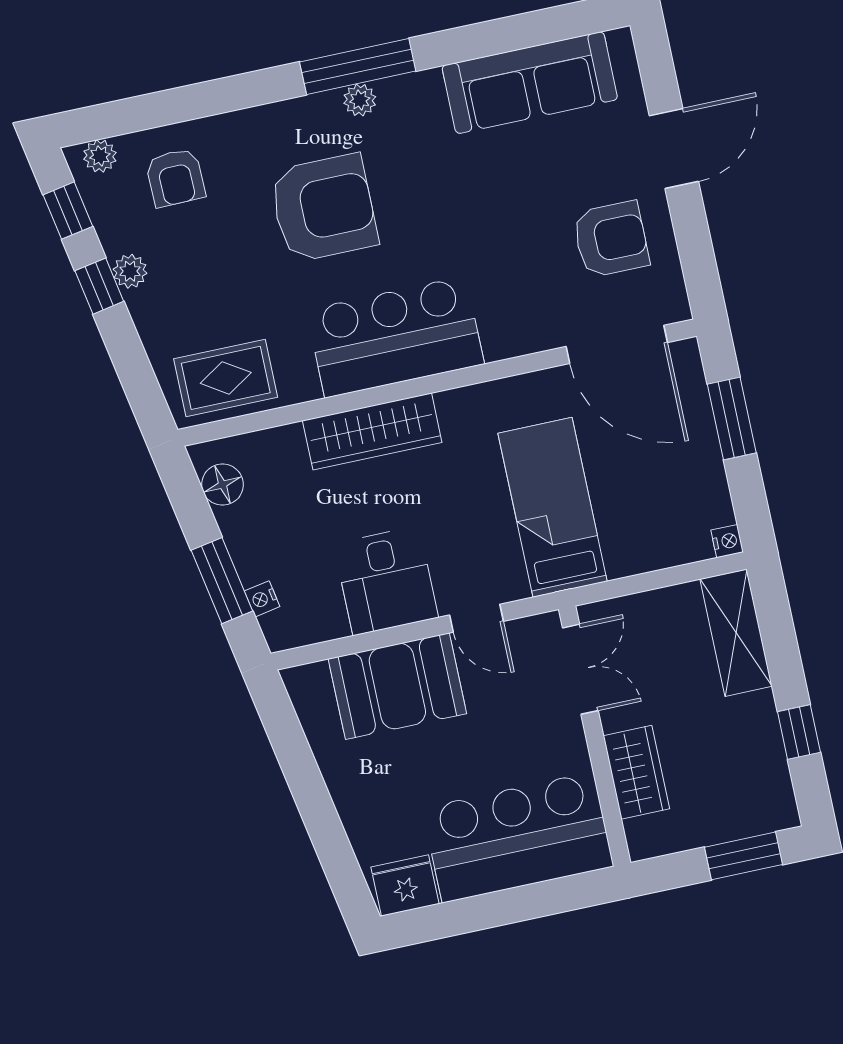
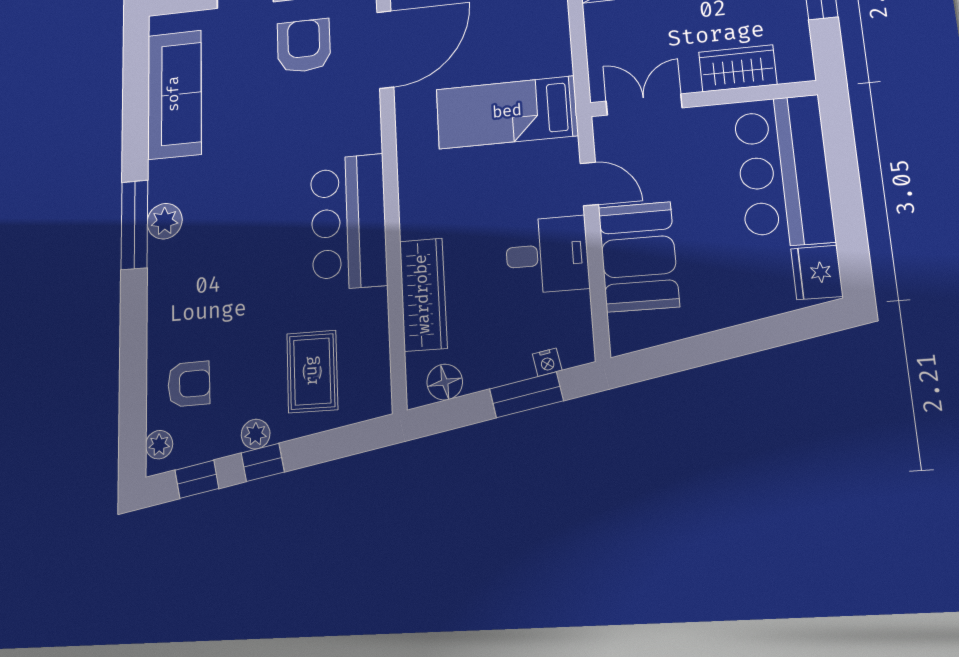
plant: (360, 100) -> (165, 221), width x1.38, depth x1.38
armchair: (324, 208) -> (237, 266), removed
rug: (226, 378) -> (312, 371), moved
wardrobe: (372, 431) -> (423, 294), moved
door: (477, 618) -> (589, 184), hinge flipped

